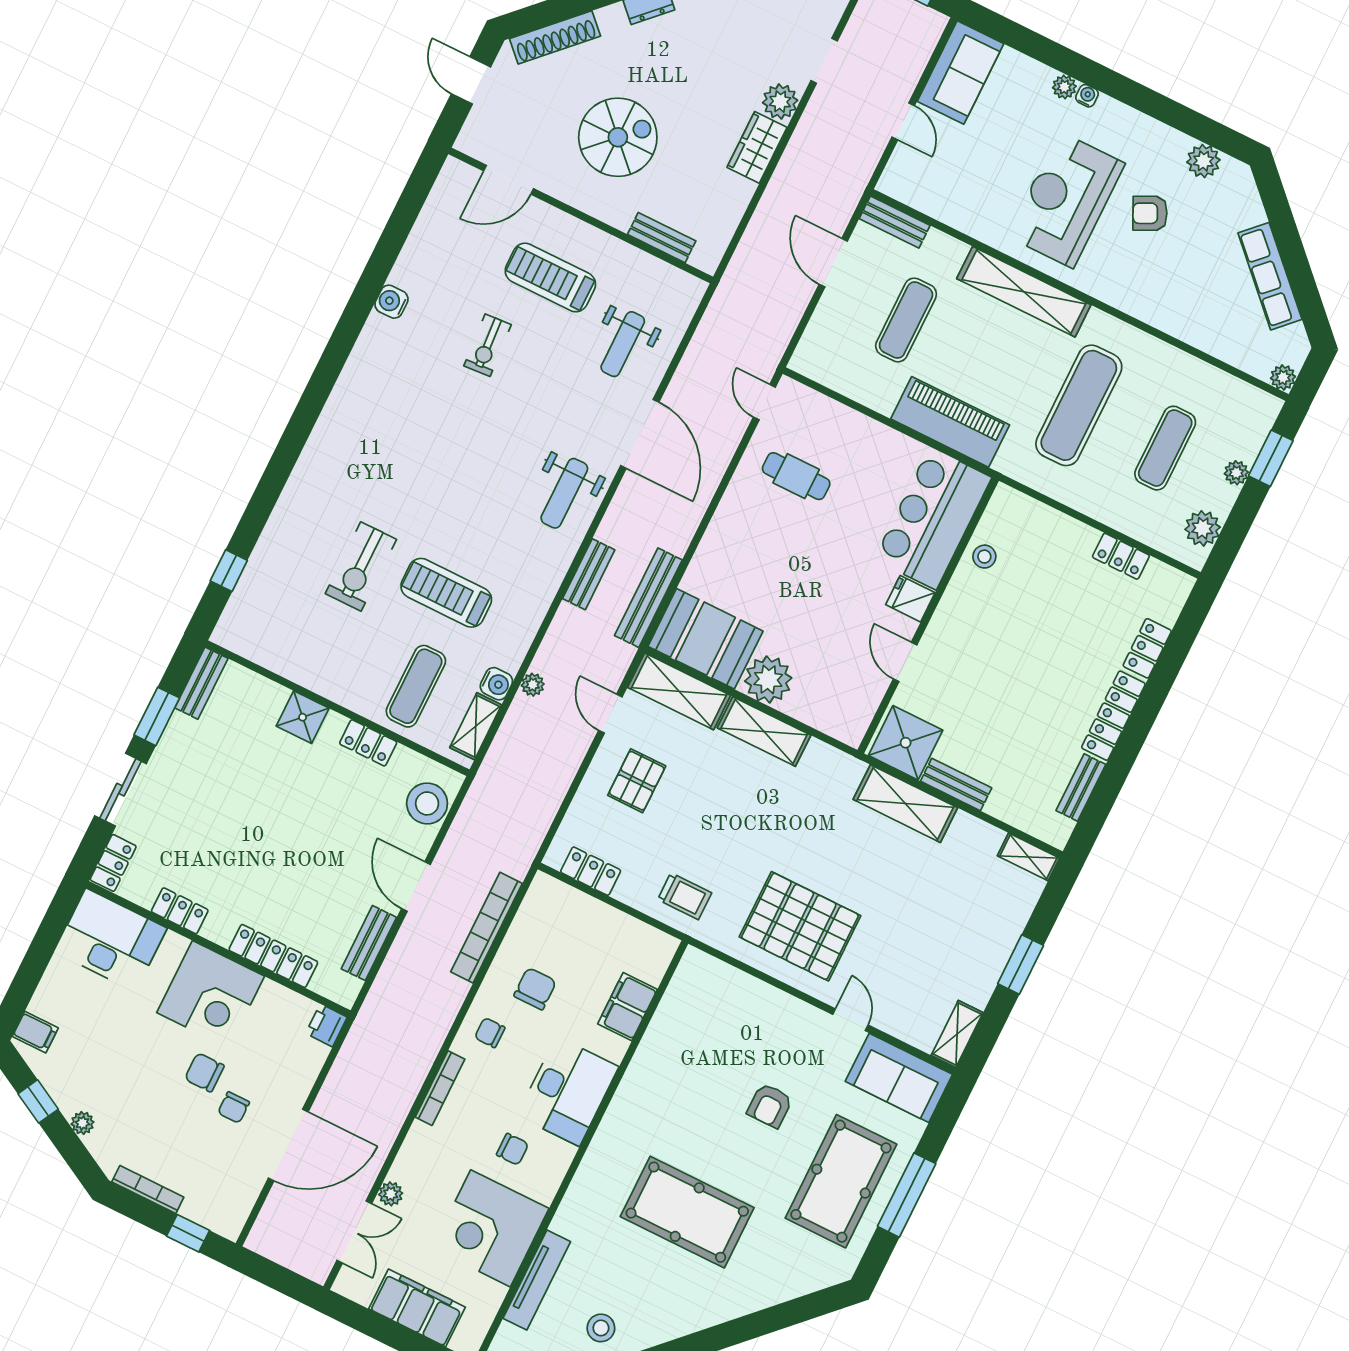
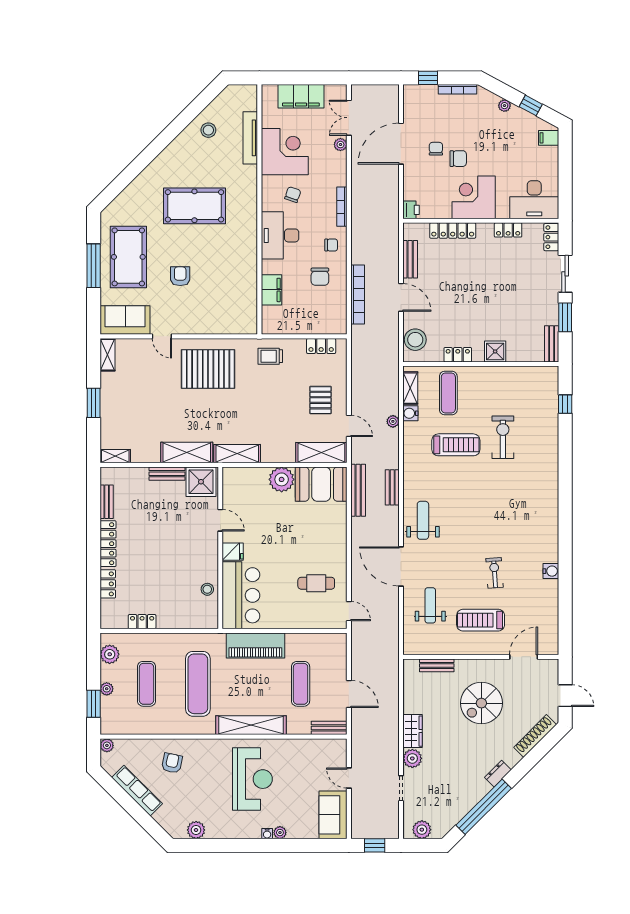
armchair: (1150, 213) -> (172, 763), moved, turned -52
treadmill: (550, 277) -> (481, 620), turned 180
shelving: (764, 731) -> (237, 454), moved
chair: (512, 1149) -> (293, 195), turned 109

